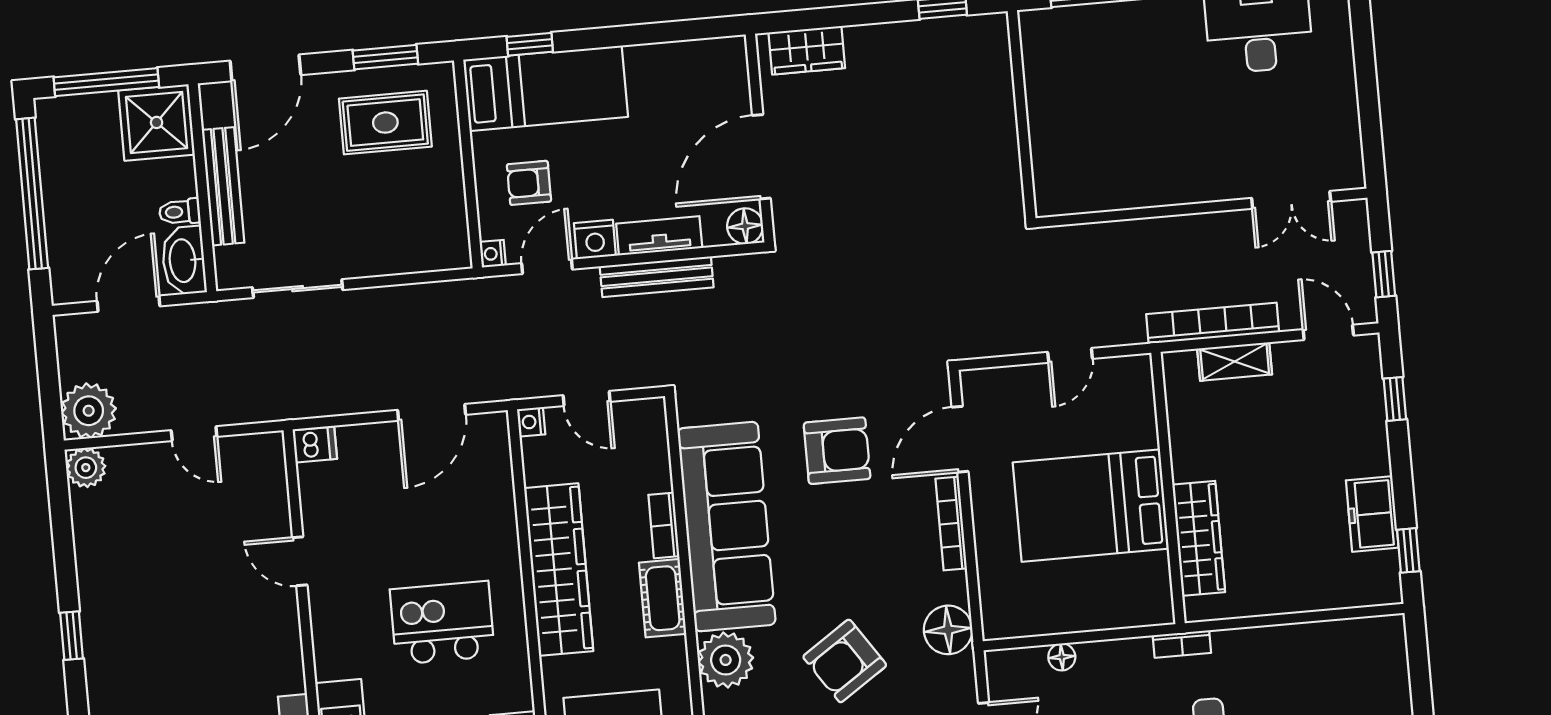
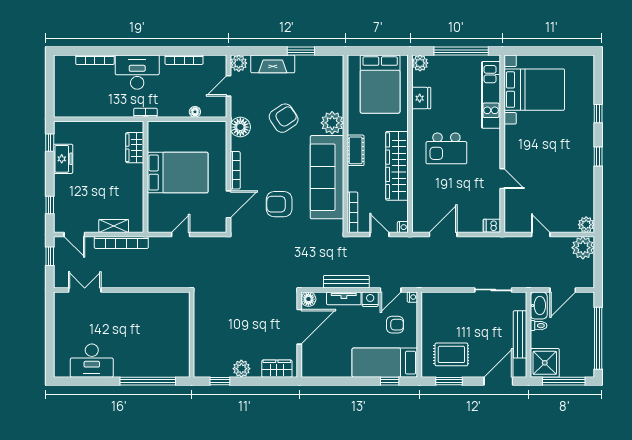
plant: (893, 42) -> (241, 369), added
bookcase: (664, 525) -> (352, 212), moved, width x1.56
wardrobe: (1199, 538) -> (135, 148), width x0.67

